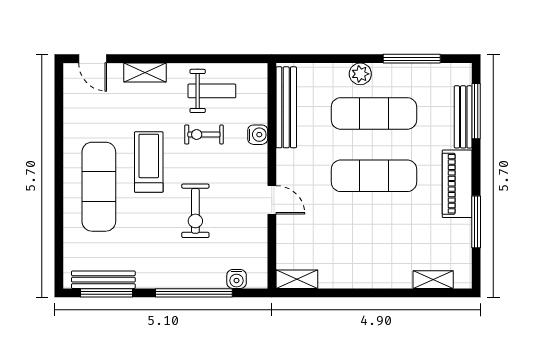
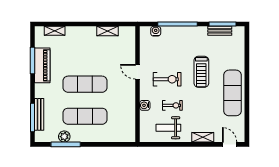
plant: (360, 74) -> (64, 137), moved
bench: (286, 107) -> (130, 119), removed
treadmill: (149, 162) -> (201, 72), moved
piano: (457, 184) -> (42, 65), moved
exercise mat: (99, 187) -> (232, 93), moved
exercise bike: (195, 211) -> (167, 79), moved, turned 90
shelving: (297, 279) -> (107, 31), moved
bench: (103, 280) -> (220, 31), width x0.73

